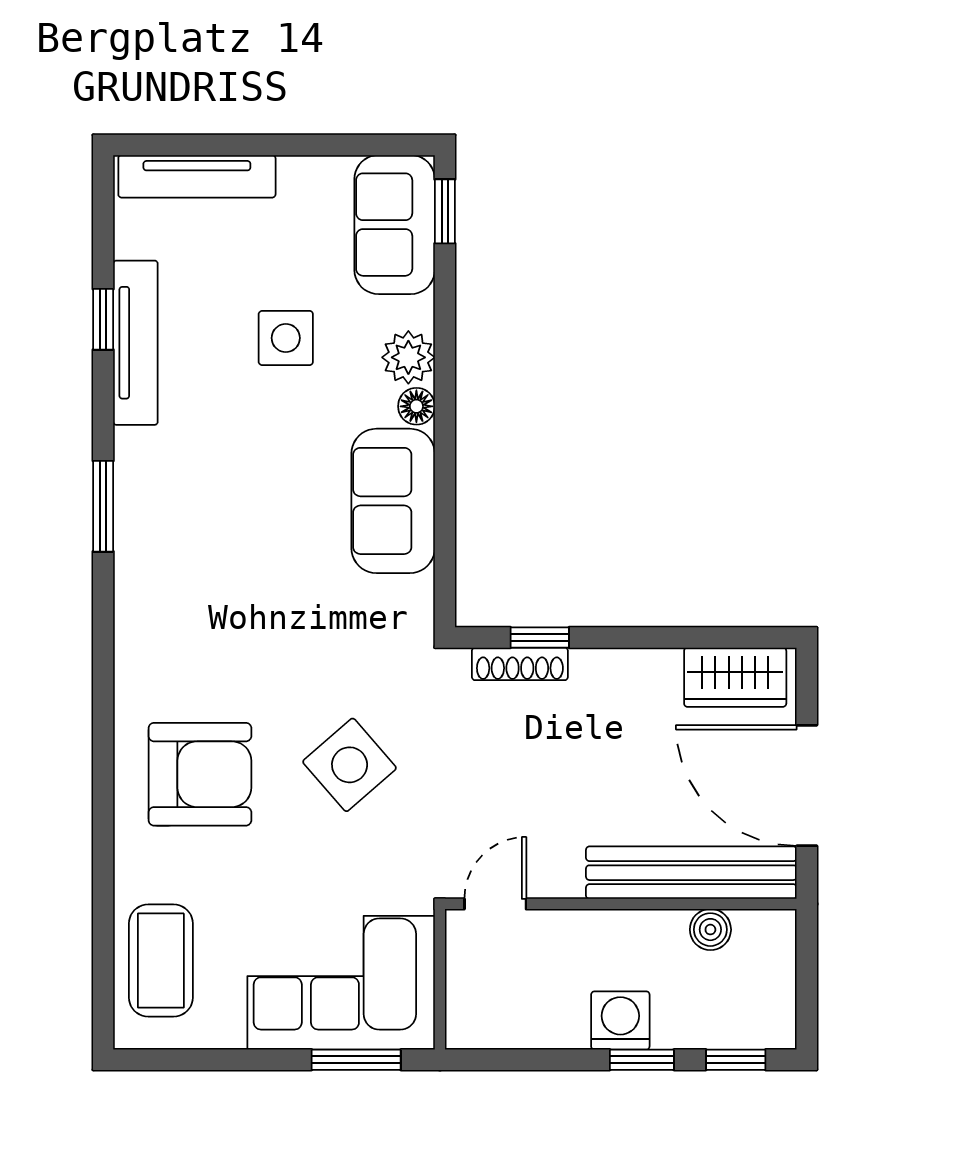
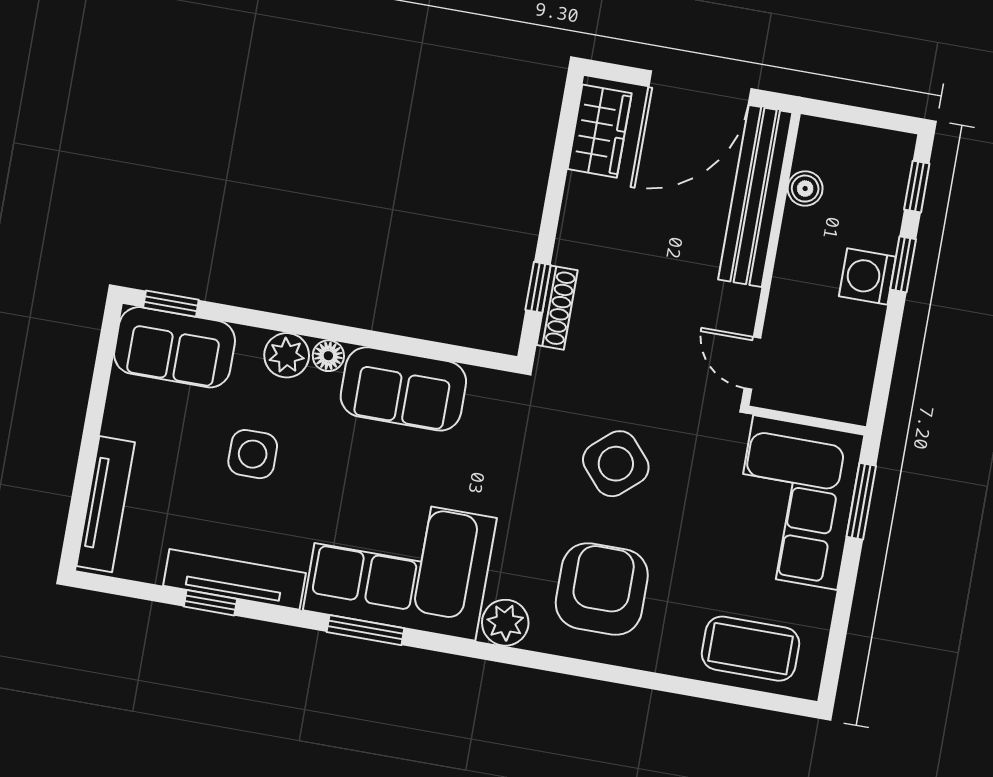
corner sofa: (187, 533) -> (400, 564), added
plant: (141, 668) -> (505, 623), added

